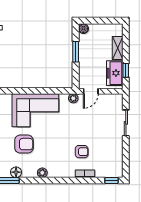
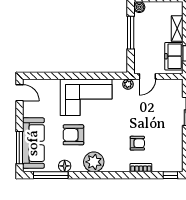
window: (76, 52) -> (131, 33), width x1.44
armchair: (24, 144) -> (73, 135), turned 180
plant: (42, 173) -> (94, 162), width x1.87, depth x1.87

